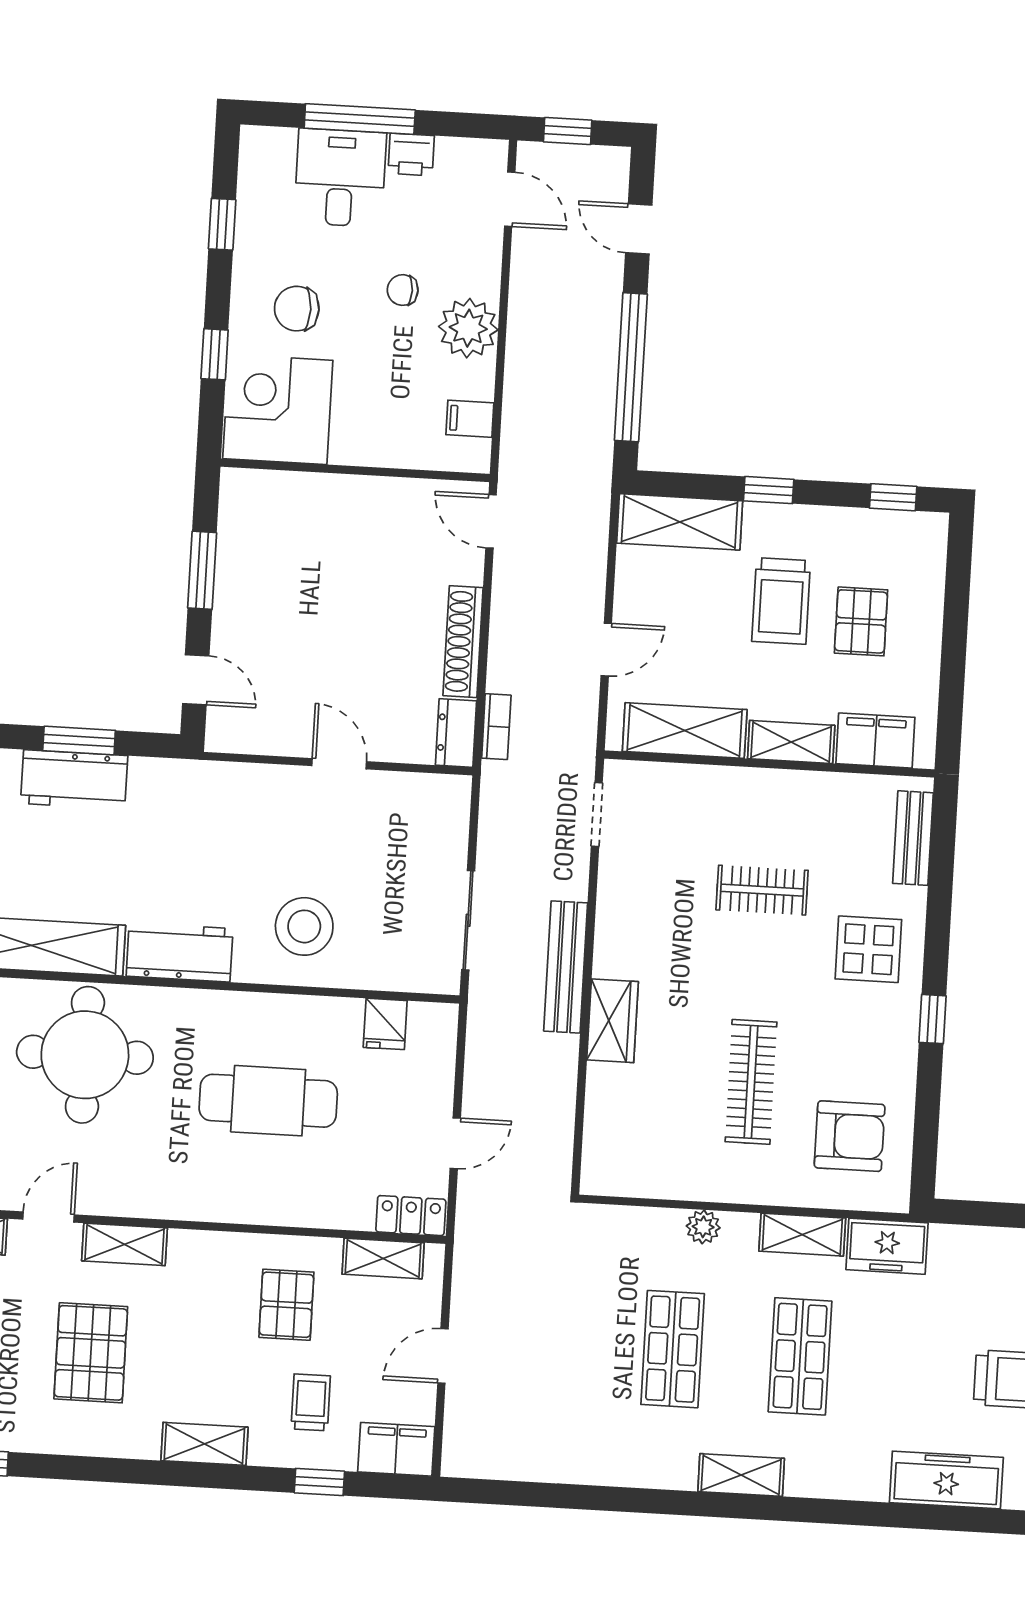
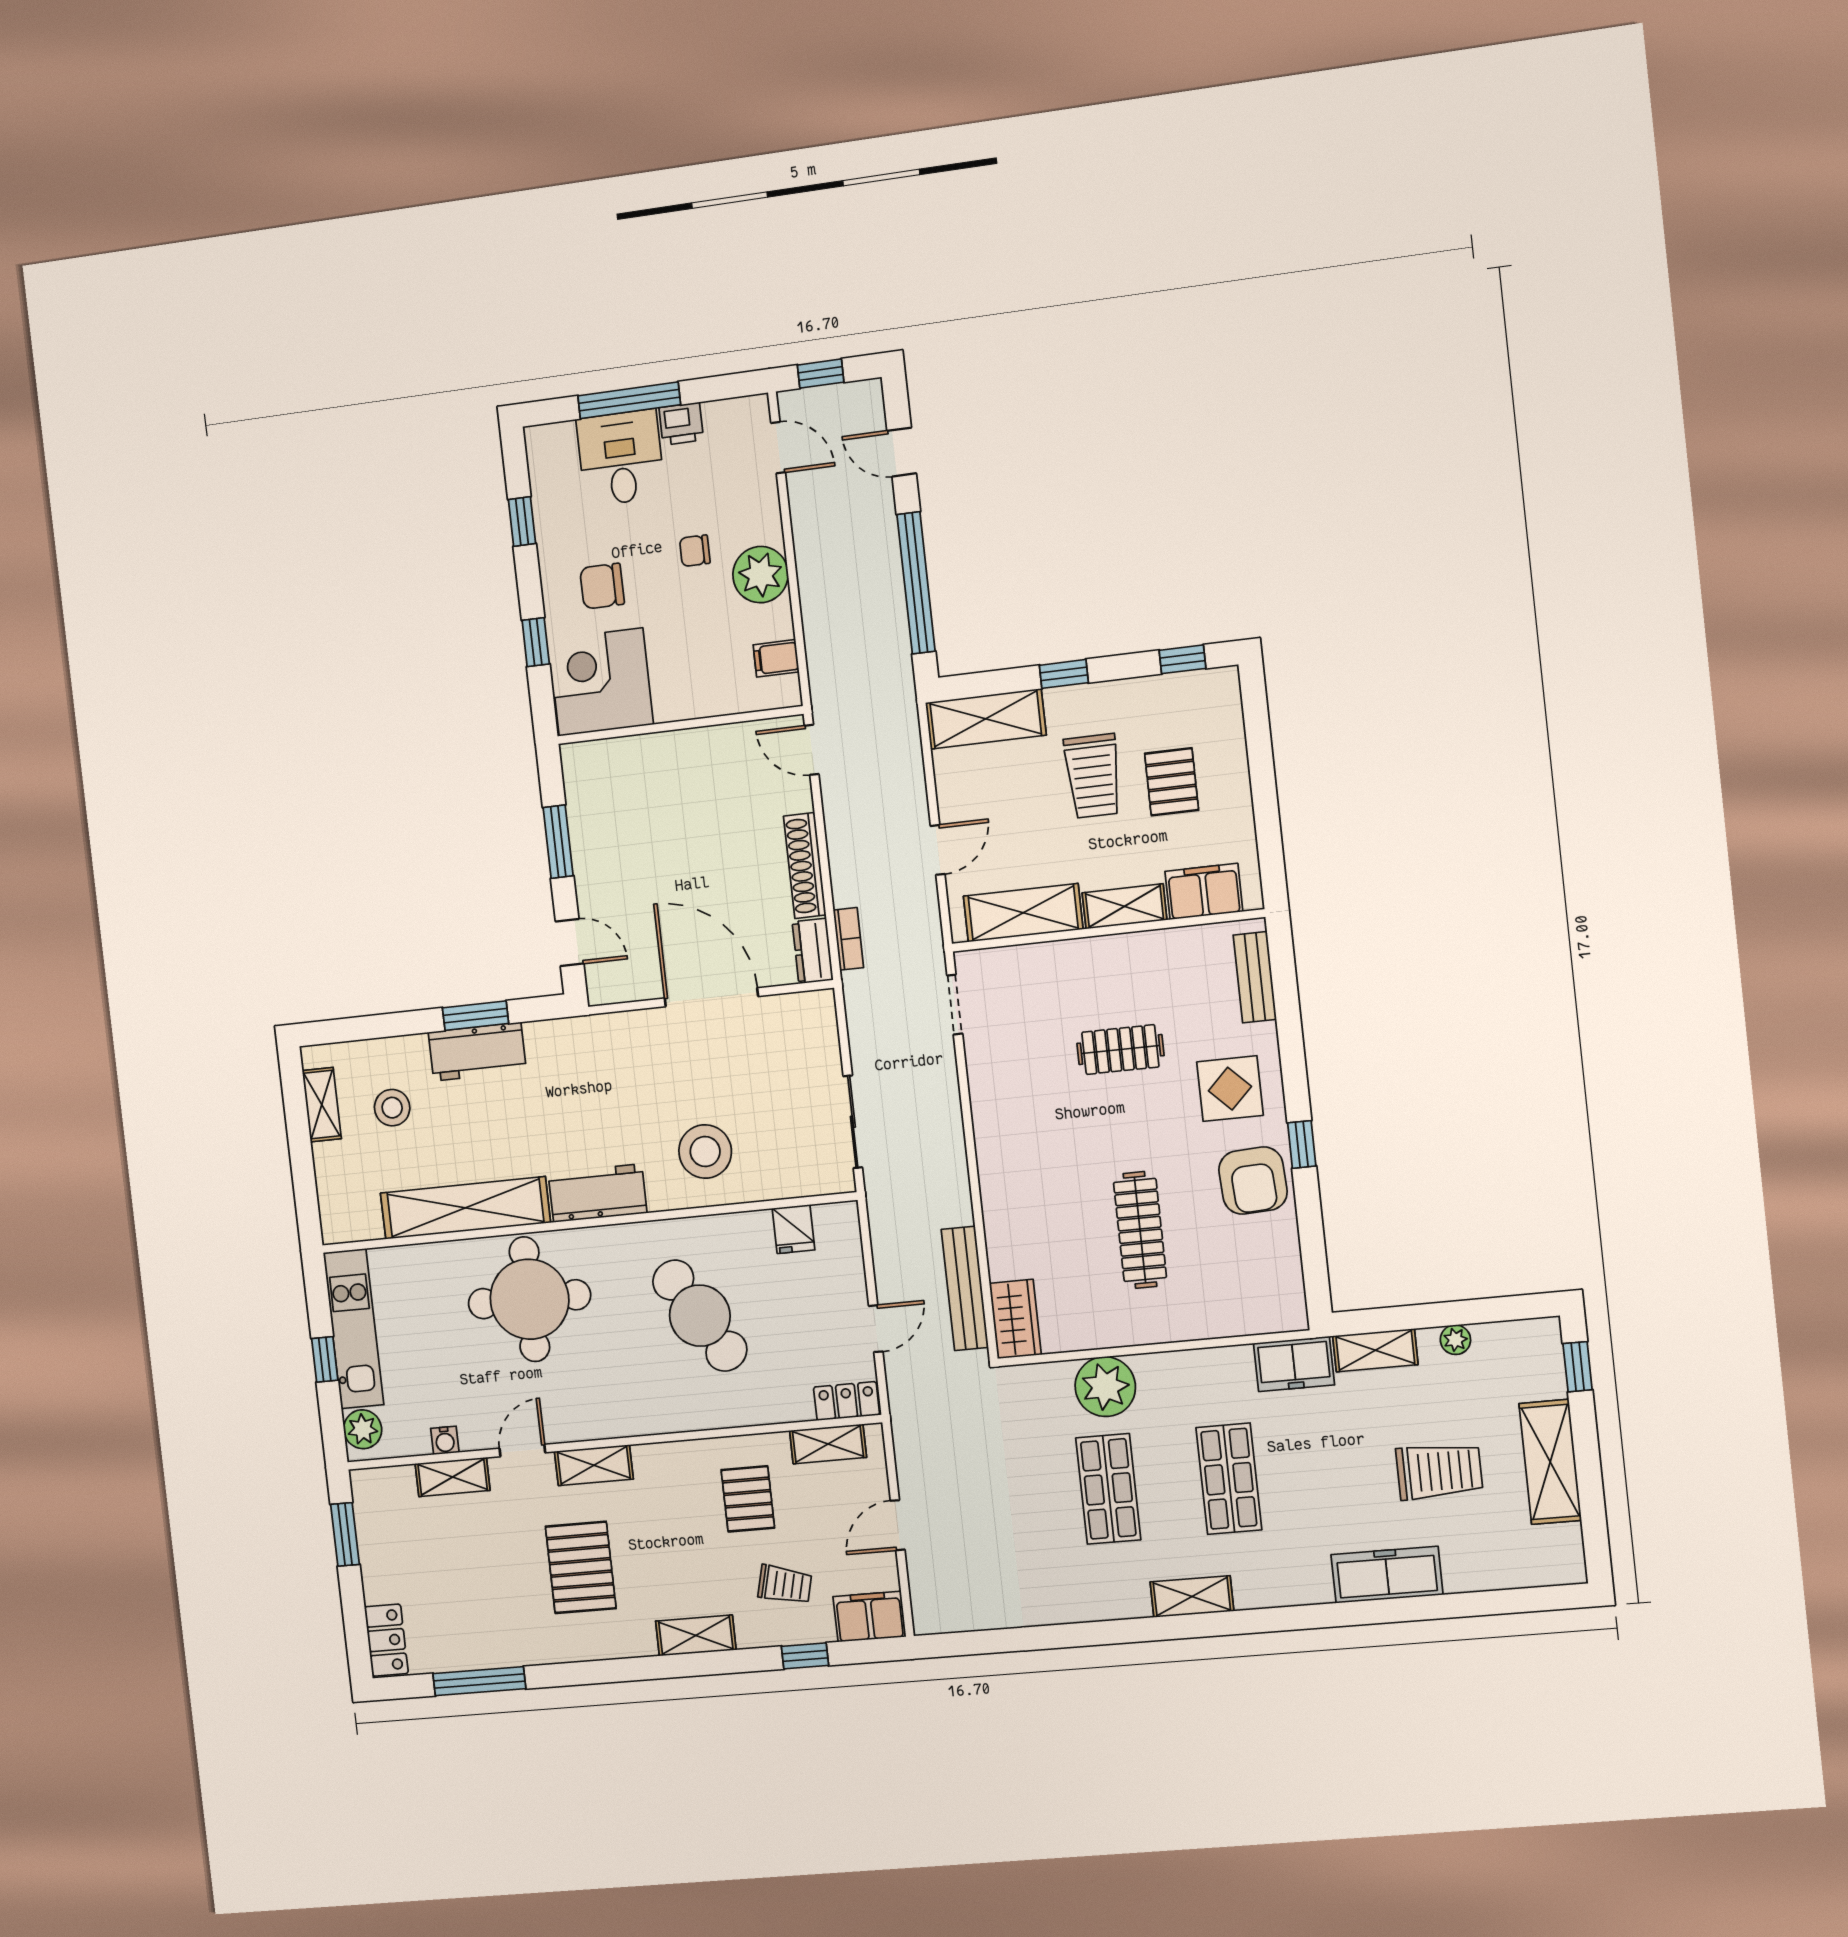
door: (339, 764) -> (711, 997), width x1.87
bench: (566, 967) -> (965, 1288), moved
wardrobe: (613, 1021) -> (1015, 1319), moved
cafe table: (268, 1101) -> (700, 1316), turned 59
armchair: (850, 1136) -> (1253, 1181), moved, turned 87
plant: (703, 1227) -> (1105, 1387), width x1.87, depth x1.87
shelving: (802, 1235) -> (1375, 1350), moved
trolley: (311, 1402) -> (785, 1585), turned 104

